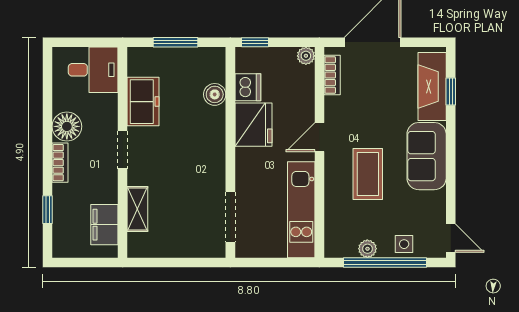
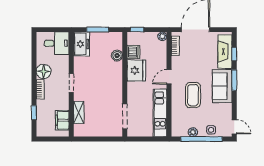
freezer: (143, 102) -> (81, 44), moved
window: (451, 144) -> (234, 80), added

